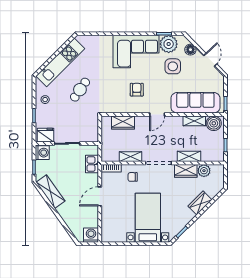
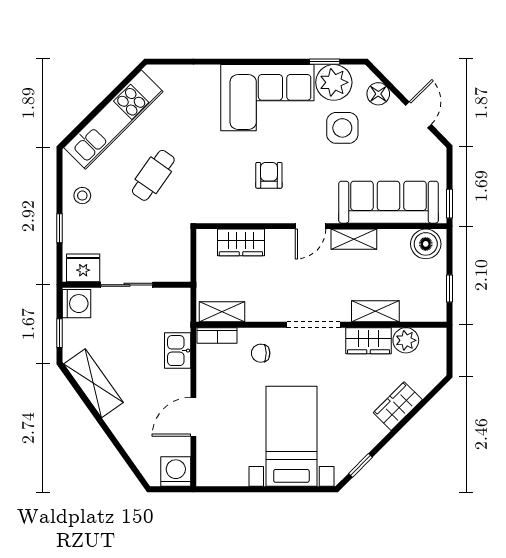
shelving: (194, 121) -> (354, 239), moved
shelving: (131, 157) -> (222, 312), moved
kitchen sink: (92, 164) -> (178, 351), moved
door: (100, 196) -> (193, 417), moved

